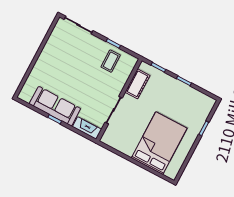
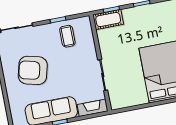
armchair: (65, 66) -> (33, 70), added
cot: (137, 84) -> (108, 20), moved, turned 90

